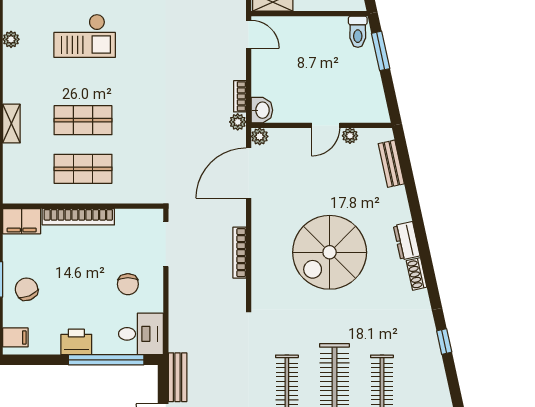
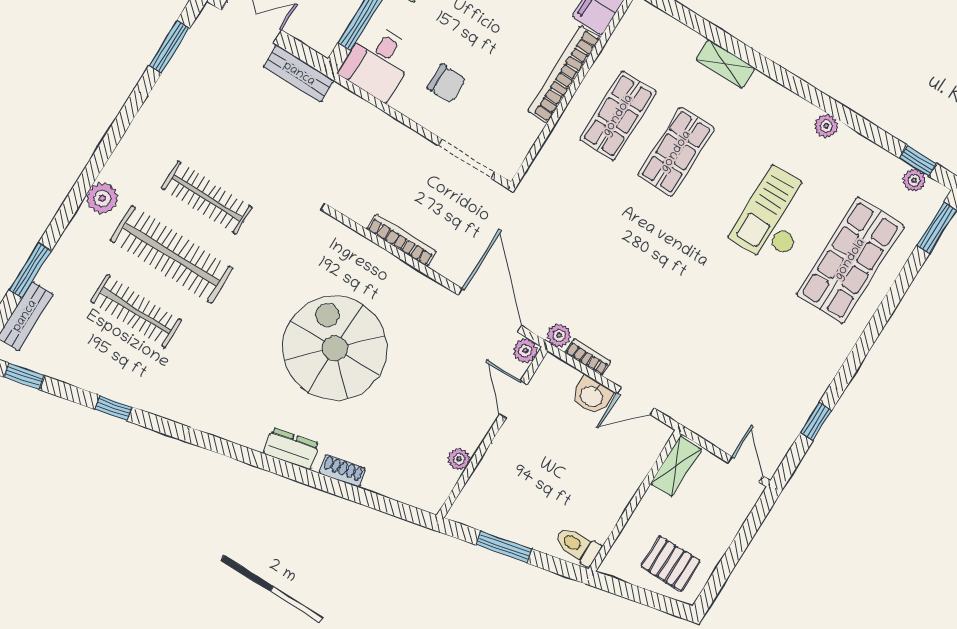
door: (249, 34) -> (636, 401), moved
window: (381, 51) -> (504, 547), moved
washbasin: (262, 110) -> (592, 396), moved
door: (326, 125) -> (513, 399), moved
bench: (391, 164) -> (395, 488), removed
shoe rack: (417, 274) -> (342, 471), moved
chair: (128, 284) -> (447, 83), turned 180
window: (444, 342) -> (113, 408), moved

